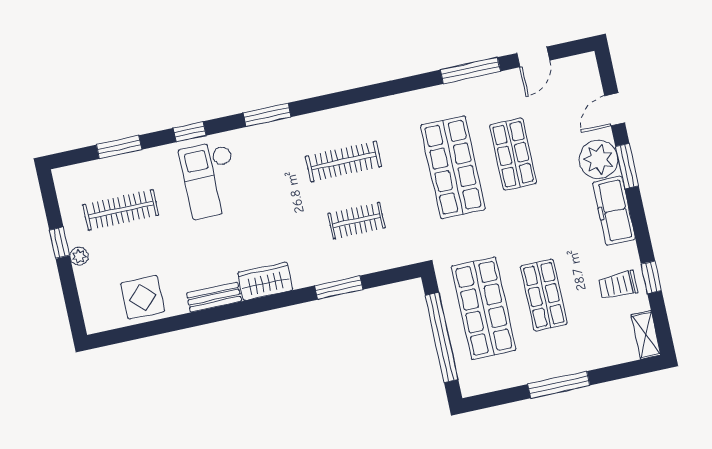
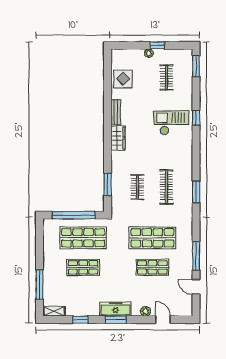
window: (267, 115) -> (196, 192), moved
window: (119, 147) -> (196, 66), moved
plant: (598, 159) -> (146, 311), width x0.53, depth x0.53
window: (627, 166) -> (116, 320), moved
clothes rail: (121, 210) -> (166, 78), width x0.73
trolley: (618, 285) -> (80, 303), removed
window: (339, 288) -> (108, 184), moved
window: (559, 385) -> (39, 285), moved

